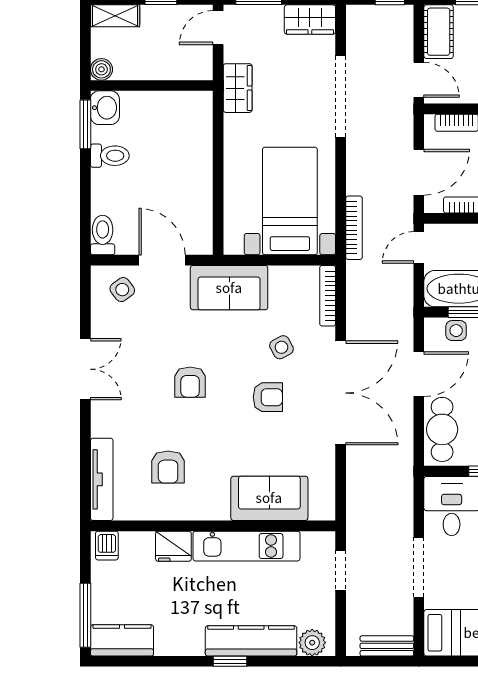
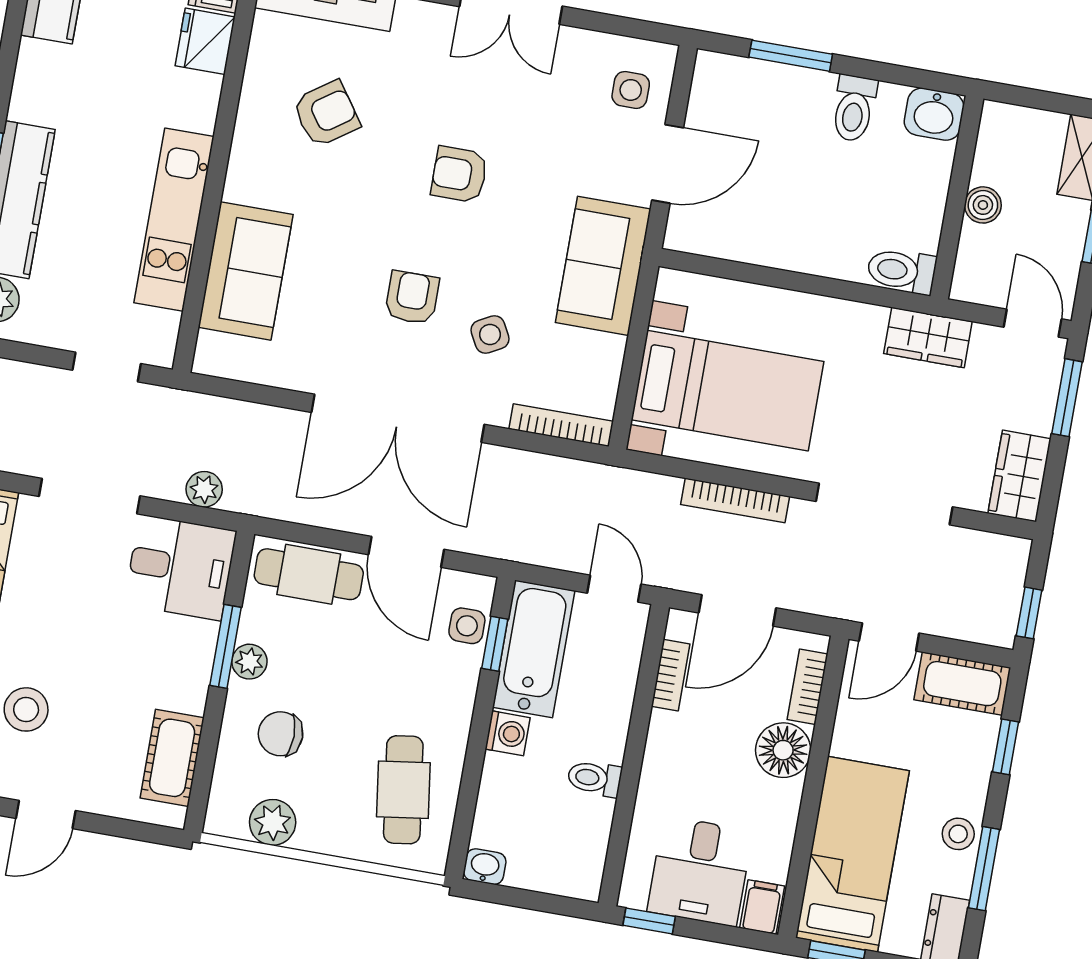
boiler: (101, 69) -> (983, 205), moved
window: (85, 124) -> (791, 56), moved
door: (419, 172) -> (737, 610), hinge flipped
bookcase: (354, 228) -> (735, 500), moved
toilet: (103, 235) -> (902, 271), moved, turned 180
side table: (122, 290) -> (631, 90), turned 37
armchair: (268, 397) -> (412, 298), turned 180
armchair: (168, 467) -> (326, 114), turned 145
plant: (403, 500) -> (204, 489), added
fridge: (173, 546) -> (205, 41), moved

